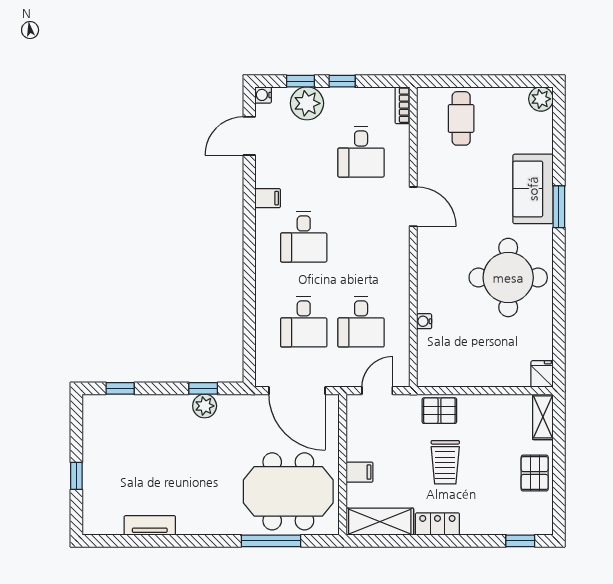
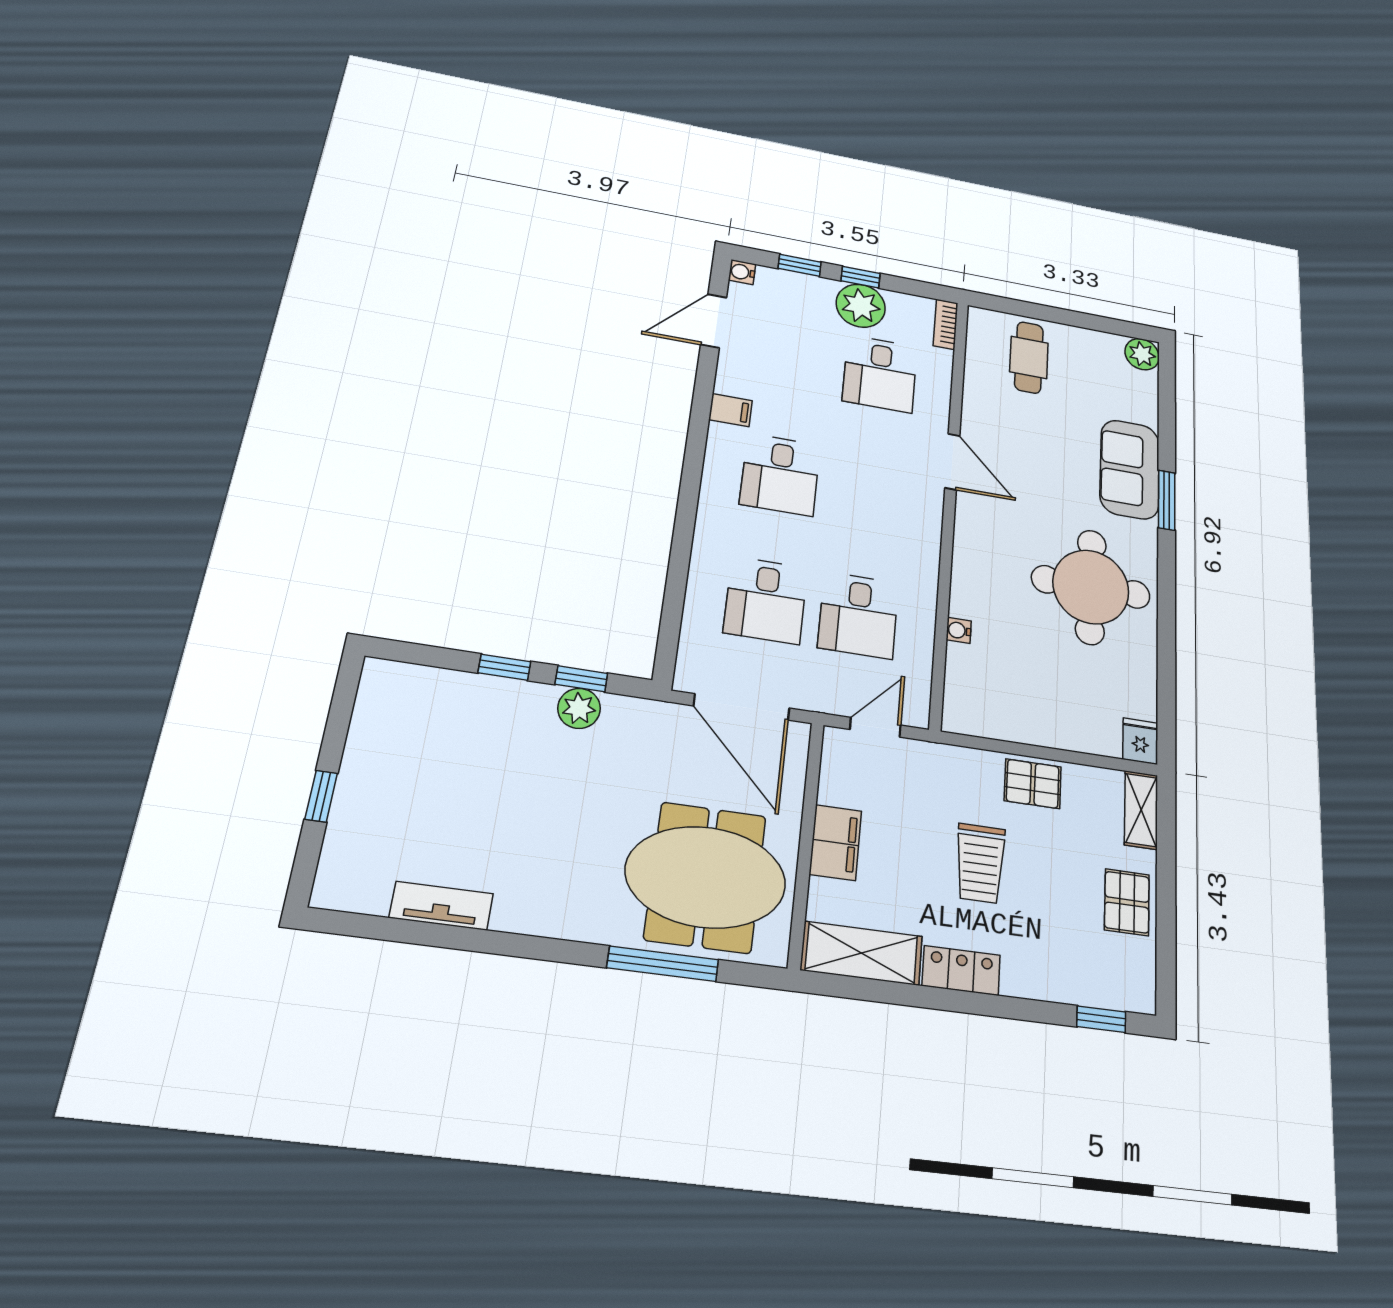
plant: (307, 103) -> (861, 306), moved
window: (120, 388) -> (504, 667), moved
pallet: (439, 411) -> (1033, 784), moved
filing cabinet: (359, 472) -> (835, 842), width x2.00

